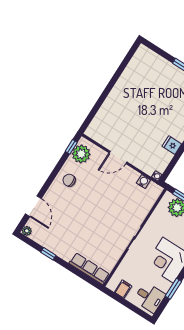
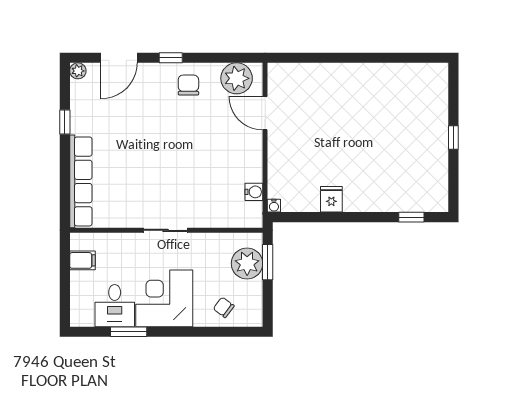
window: (71, 147) -> (171, 58), moved
door: (118, 157) -> (265, 113), moved
row of seats: (89, 269) -> (81, 181), width x1.36
desk: (149, 297) -> (115, 306), moved

